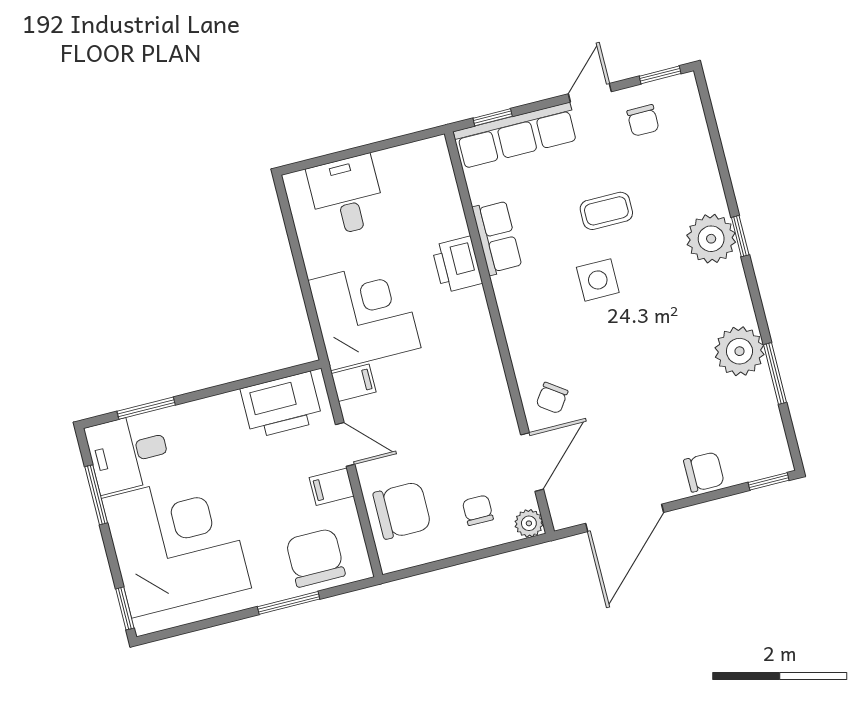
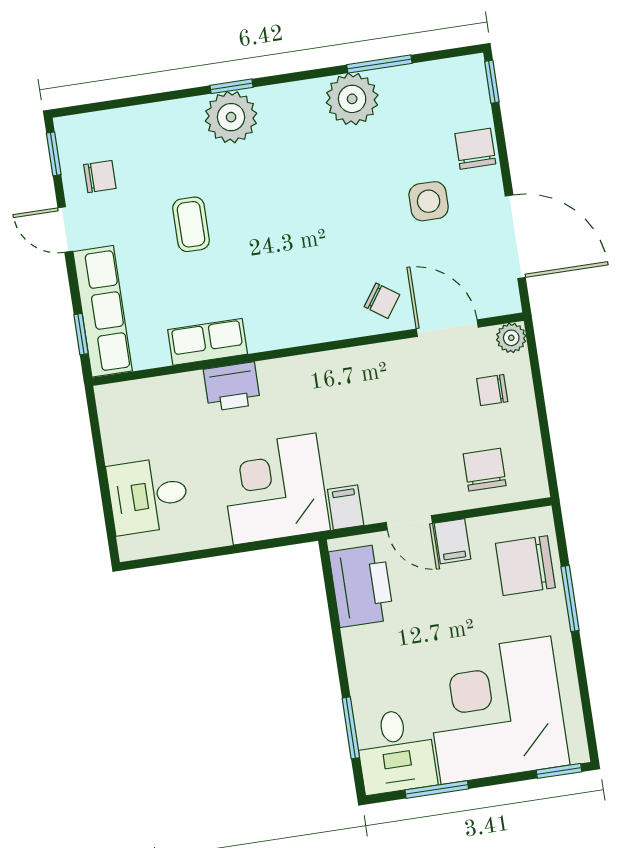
side table: (598, 280) -> (429, 201), moved
door: (345, 444) -> (409, 523), swing flipped
chair: (402, 510) -> (485, 470), width x0.73, depth x0.73

